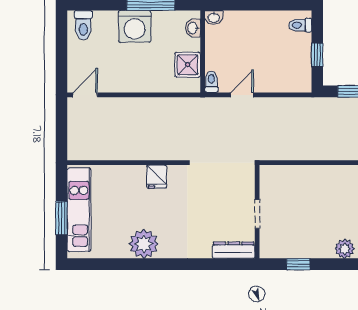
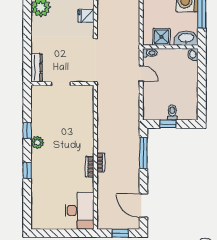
toilet: (300, 25) -> (172, 112), moved
washbasin: (193, 28) -> (186, 38), width x1.91, depth x1.45
window: (298, 264) -> (27, 131), moved

